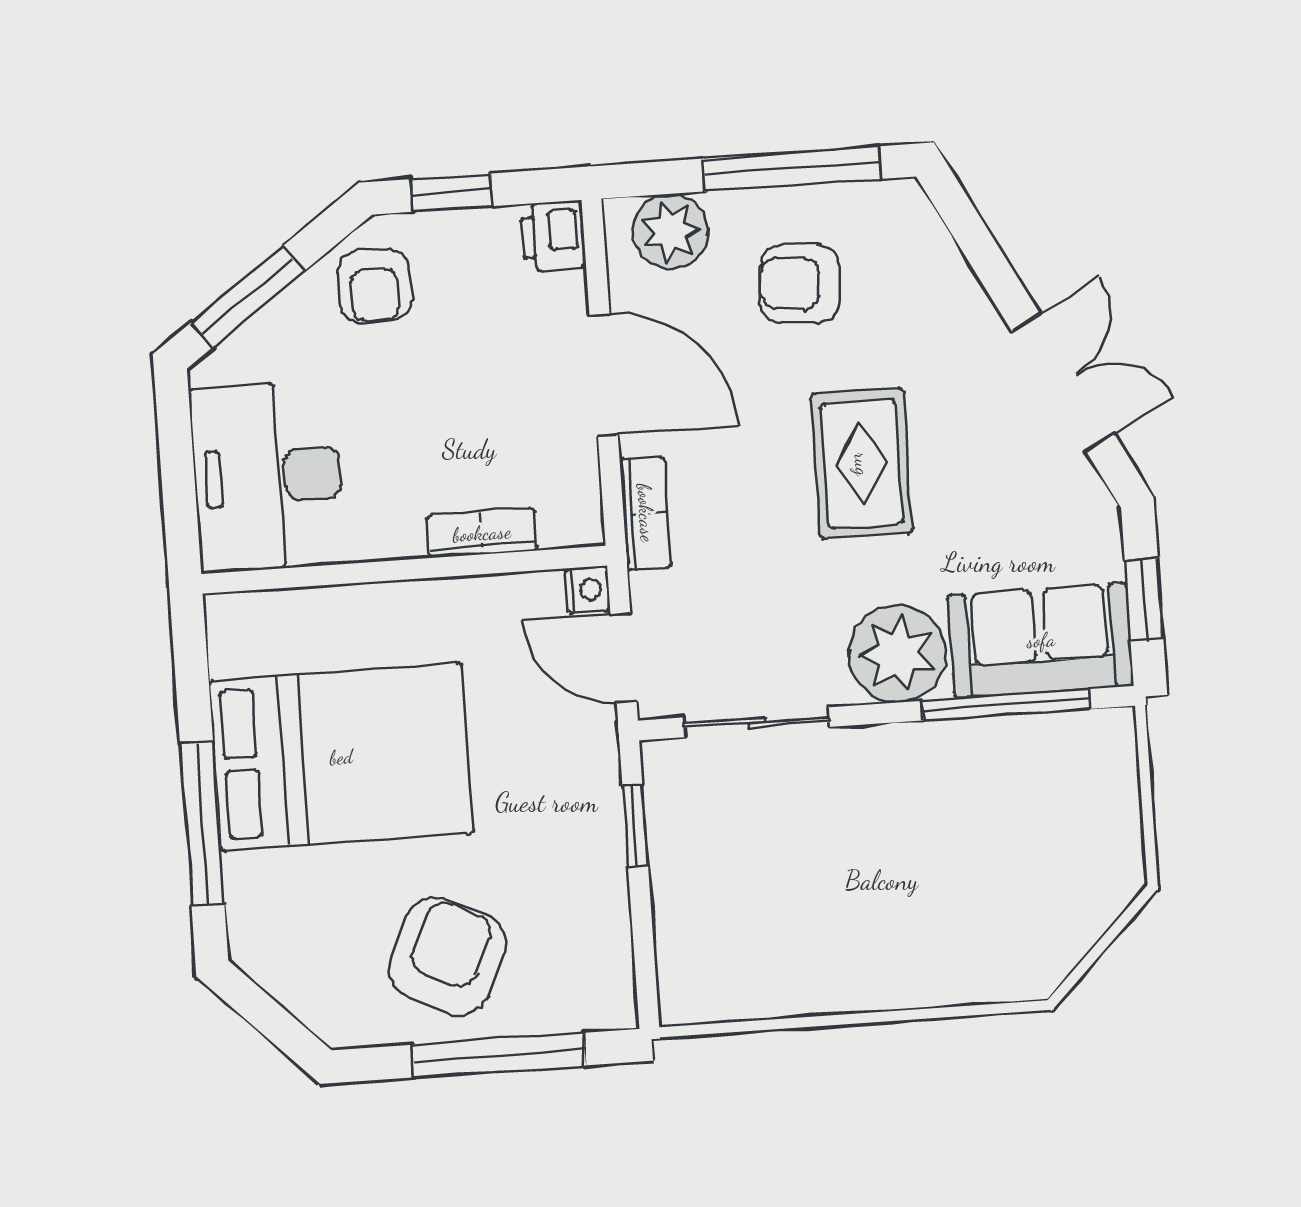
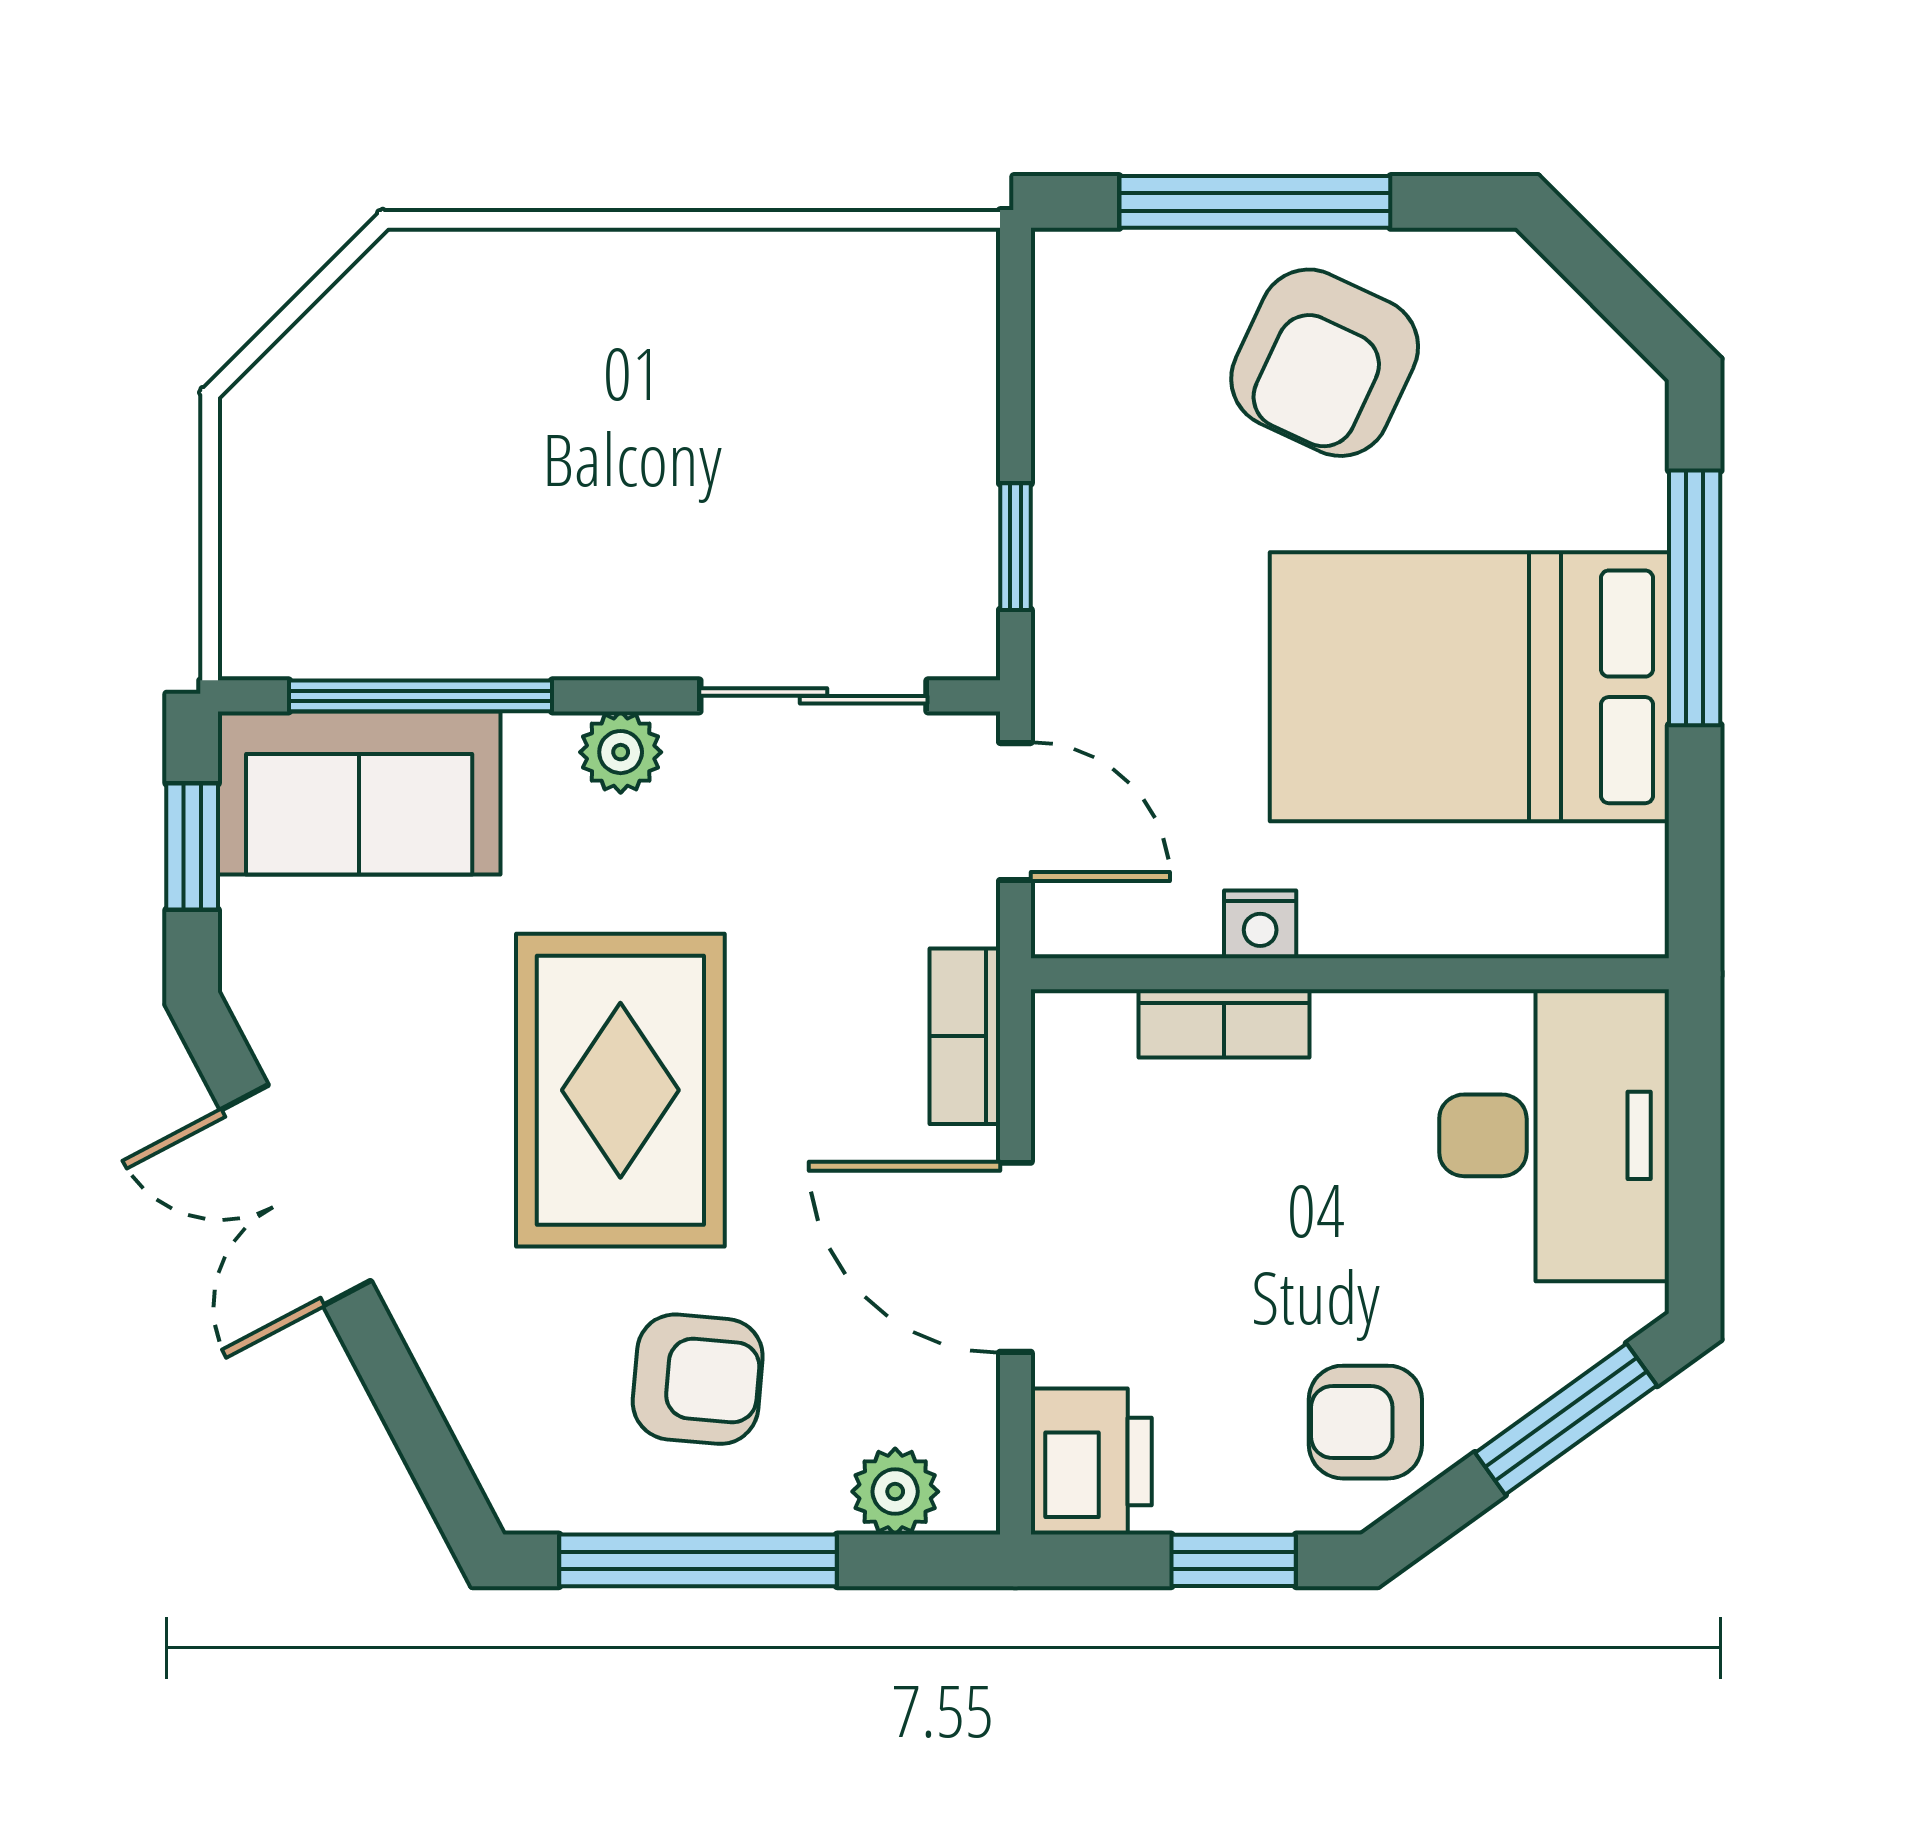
plant: (670, 231) -> (895, 1492), width x0.73, depth x0.73
printer: (553, 236) -> (1091, 1462), width x1.36, depth x1.24
armchair: (374, 286) -> (1365, 1422), turned -90
rug: (862, 464) -> (620, 1090), width x1.36, depth x1.43
nightstand: (587, 590) -> (1260, 924), moved, turned -90
plant: (898, 654) -> (621, 752), width x0.53, depth x0.53

